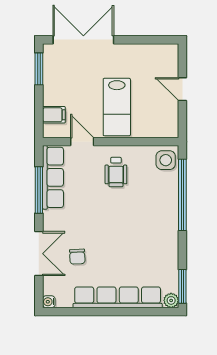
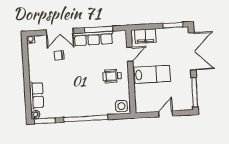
window: (150, 40) -> (195, 92), added
lab bench: (117, 107) -> (152, 74), turned 180
filing cabinet: (54, 115) -> (145, 36), width x2.00
row of seats: (53, 177) -> (94, 38), moved
window: (182, 195) -> (86, 118), moved
row of seats: (118, 297) -> (36, 95), width x0.50

